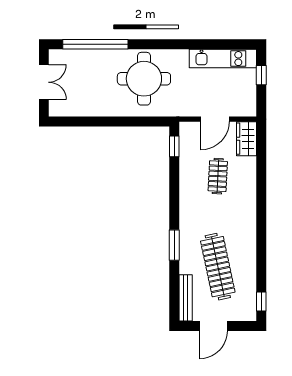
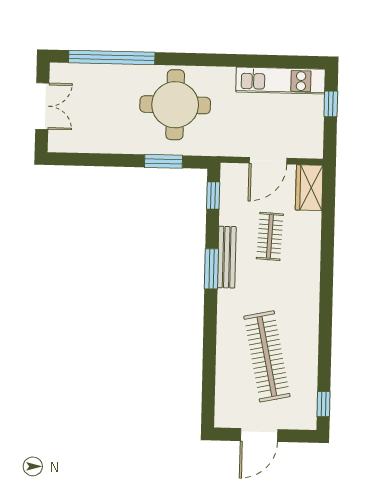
window: (136, 122) -> (164, 161), added
window: (174, 245) -> (211, 269), moved
bench: (186, 298) -> (227, 257), moved

